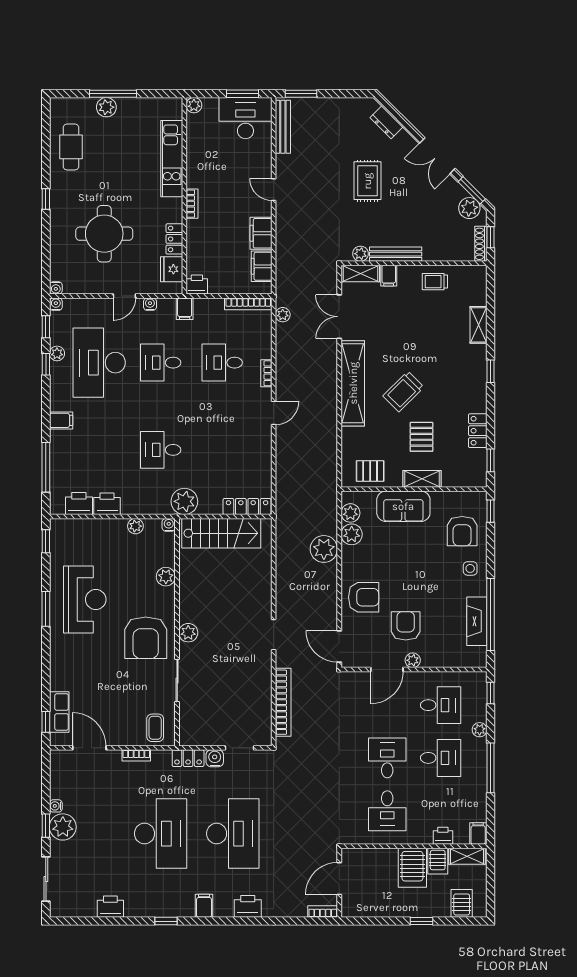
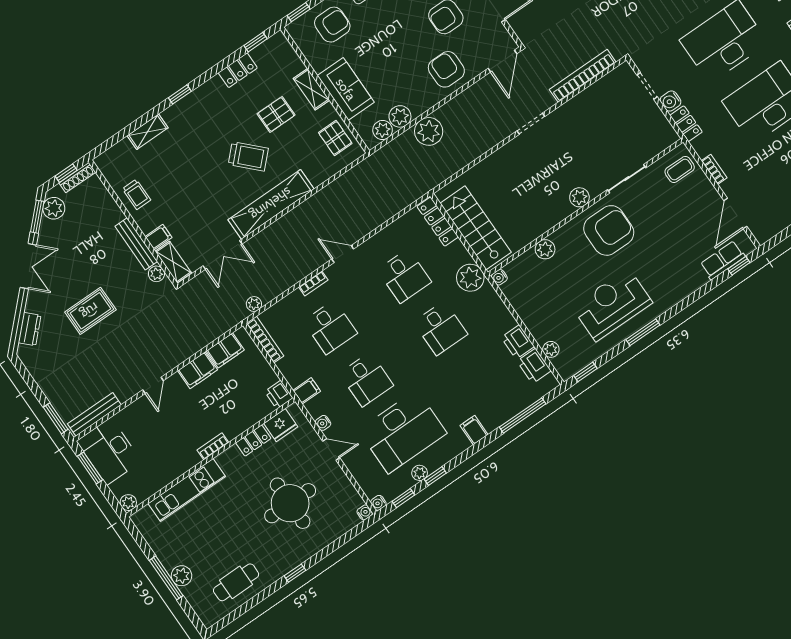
desk: (222, 450) -> (404, 276), added
plant: (135, 526) -> (551, 349), moved

